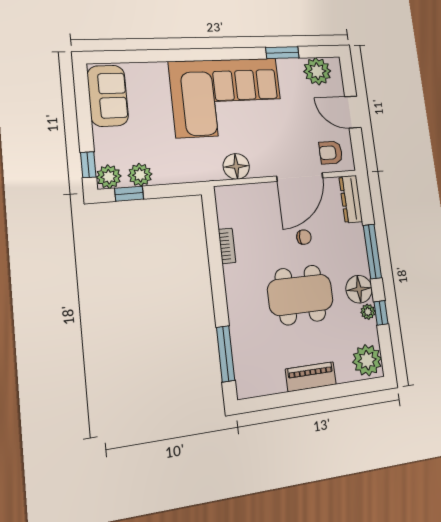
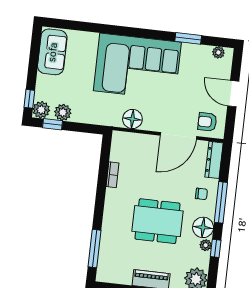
plant: (317, 71) -> (218, 52), width x0.53, depth x0.53
chair: (304, 237) -> (201, 194), moved

